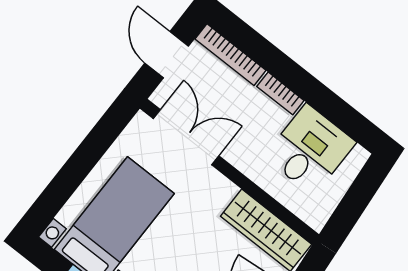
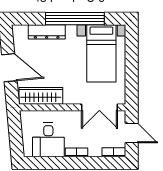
bookcase: (230, 55) -> (114, 152), width x0.64

